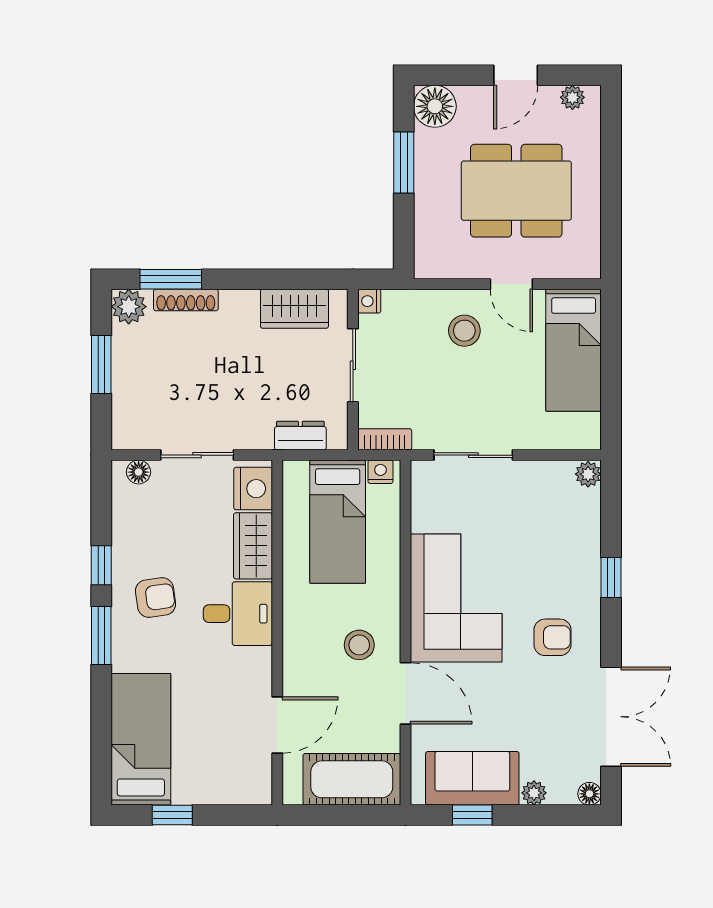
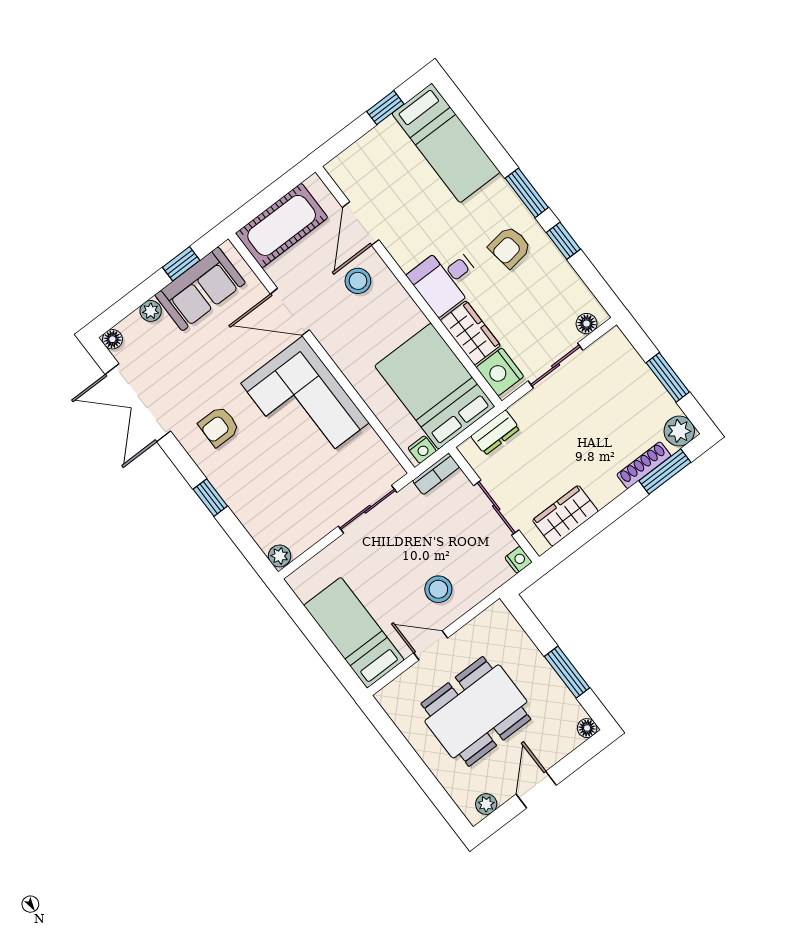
floor lamp: (435, 106) -> (587, 728), width x0.53, depth x0.53
bed: (338, 522) -> (435, 386), width x1.50
stool: (359, 645) -> (358, 281), moved

